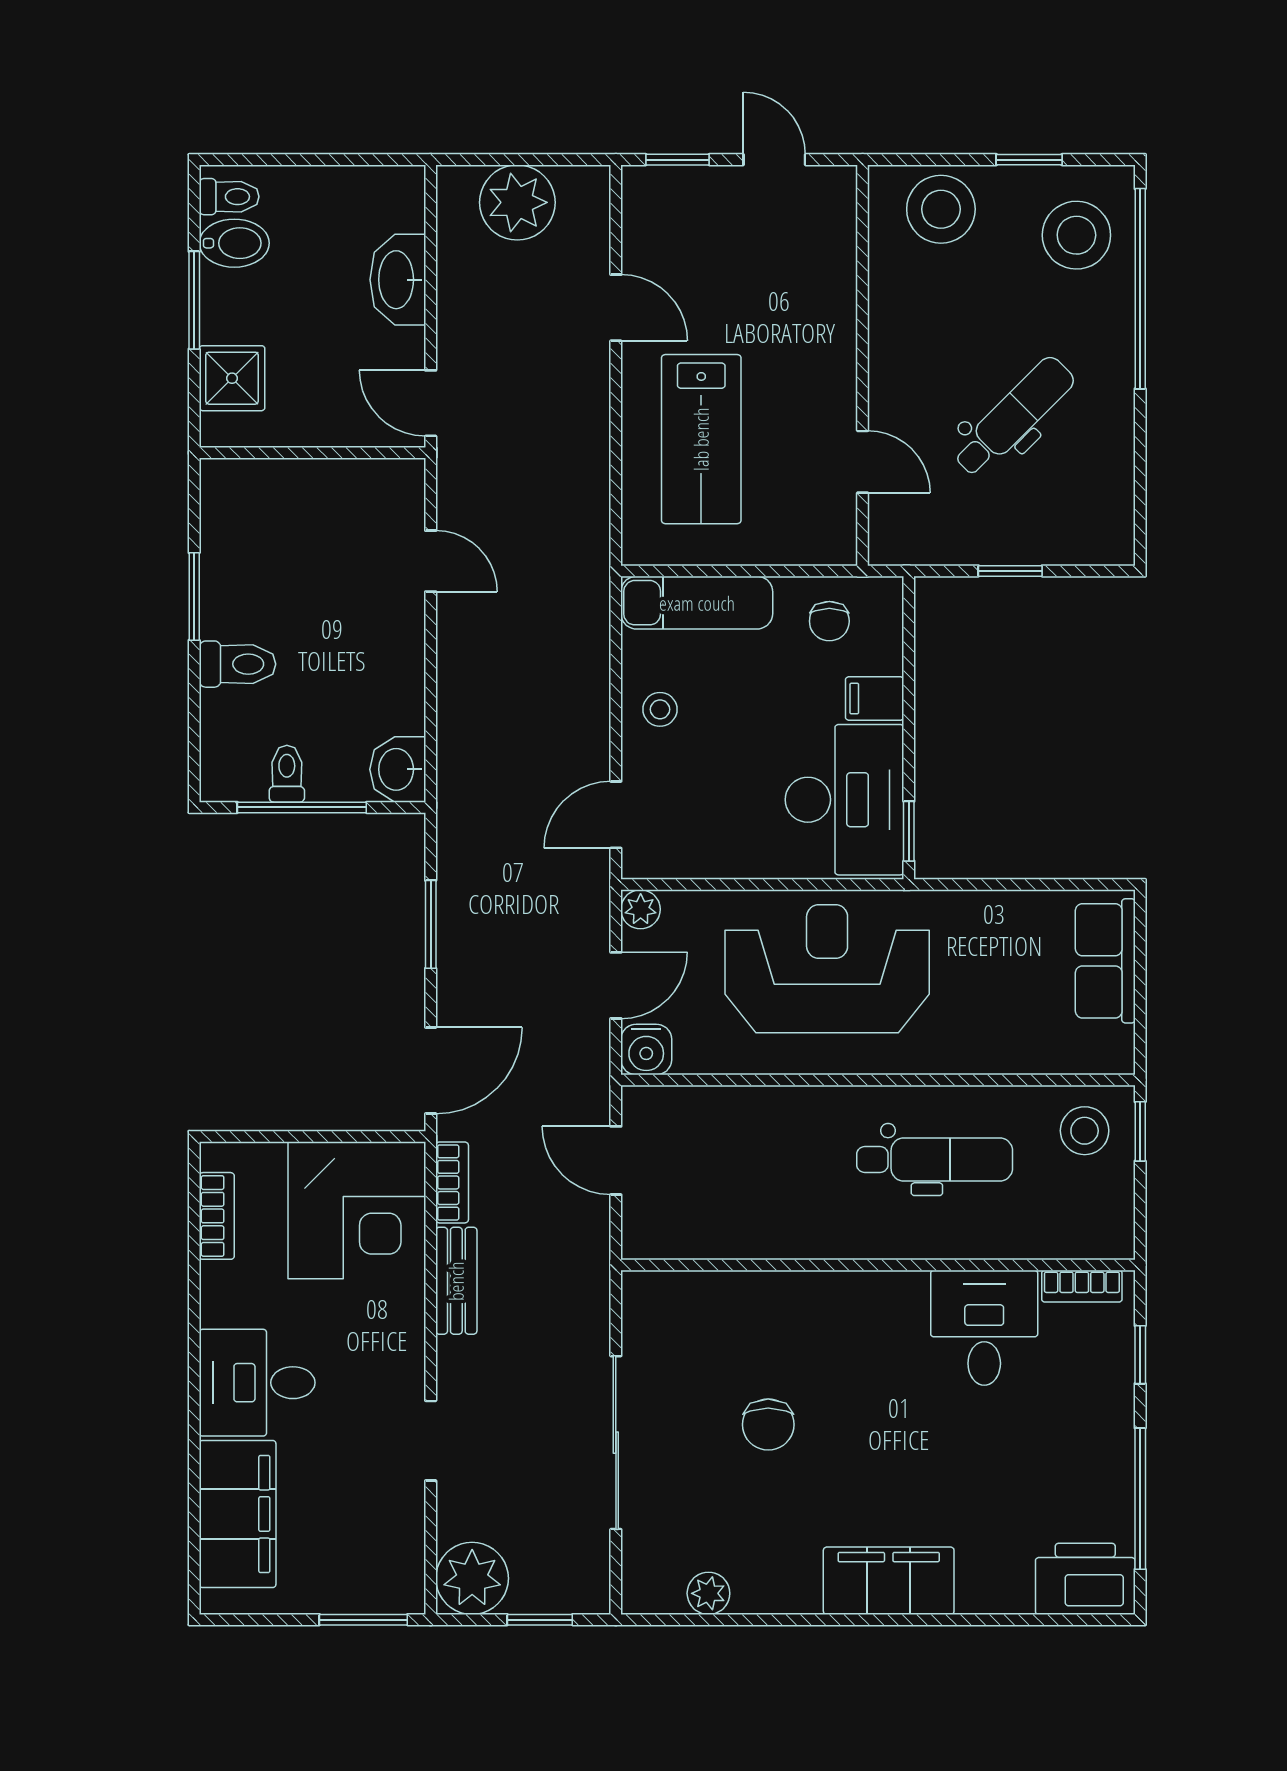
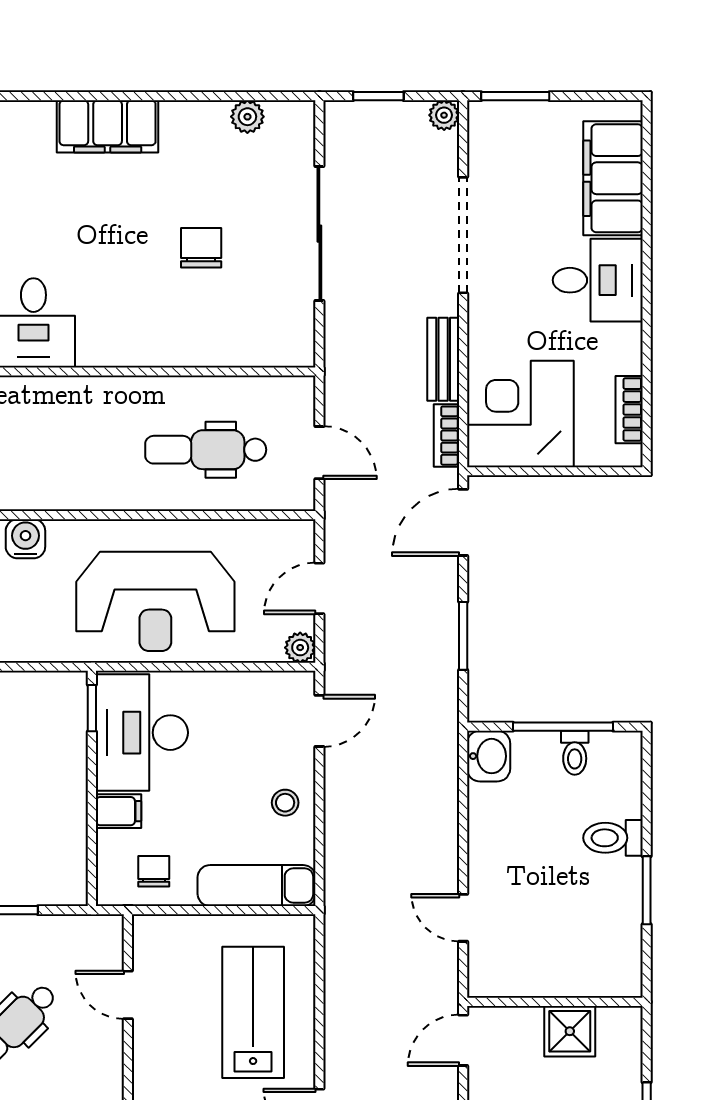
shower: (232, 378) -> (570, 1031), moved
door: (431, 403) -> (463, 1040), swing flipped
water cooler: (646, 1049) -> (25, 539), moved
dental chair: (935, 1160) -> (206, 450), moved
doorway: (431, 1441) -> (463, 235), width x1.88
plant: (472, 1578) -> (444, 115), width x0.53, depth x0.53

